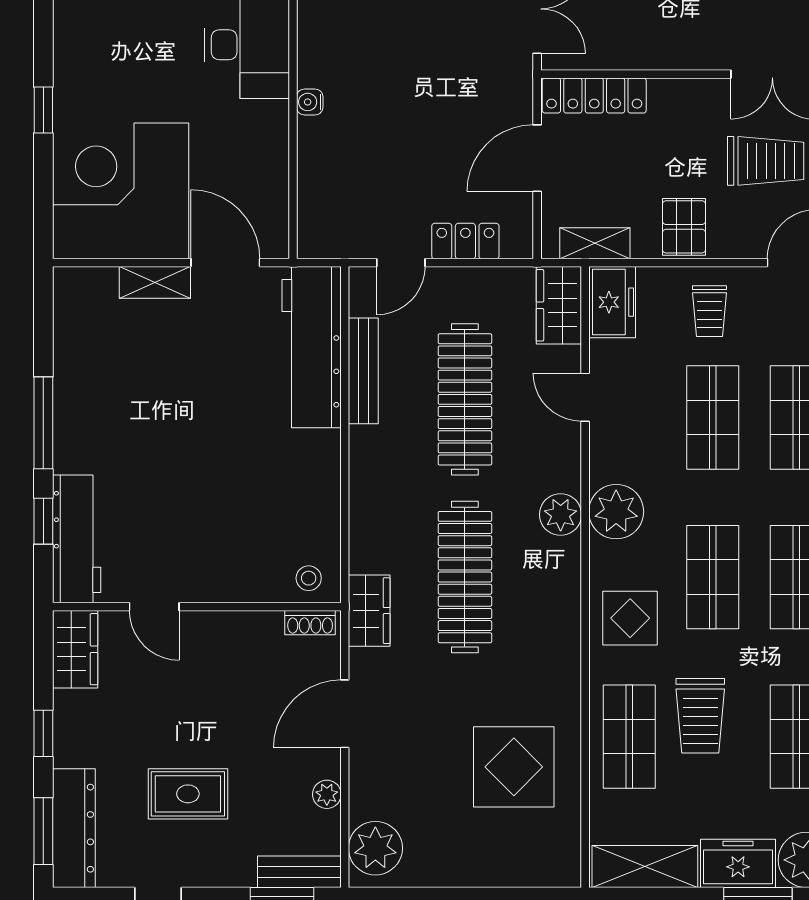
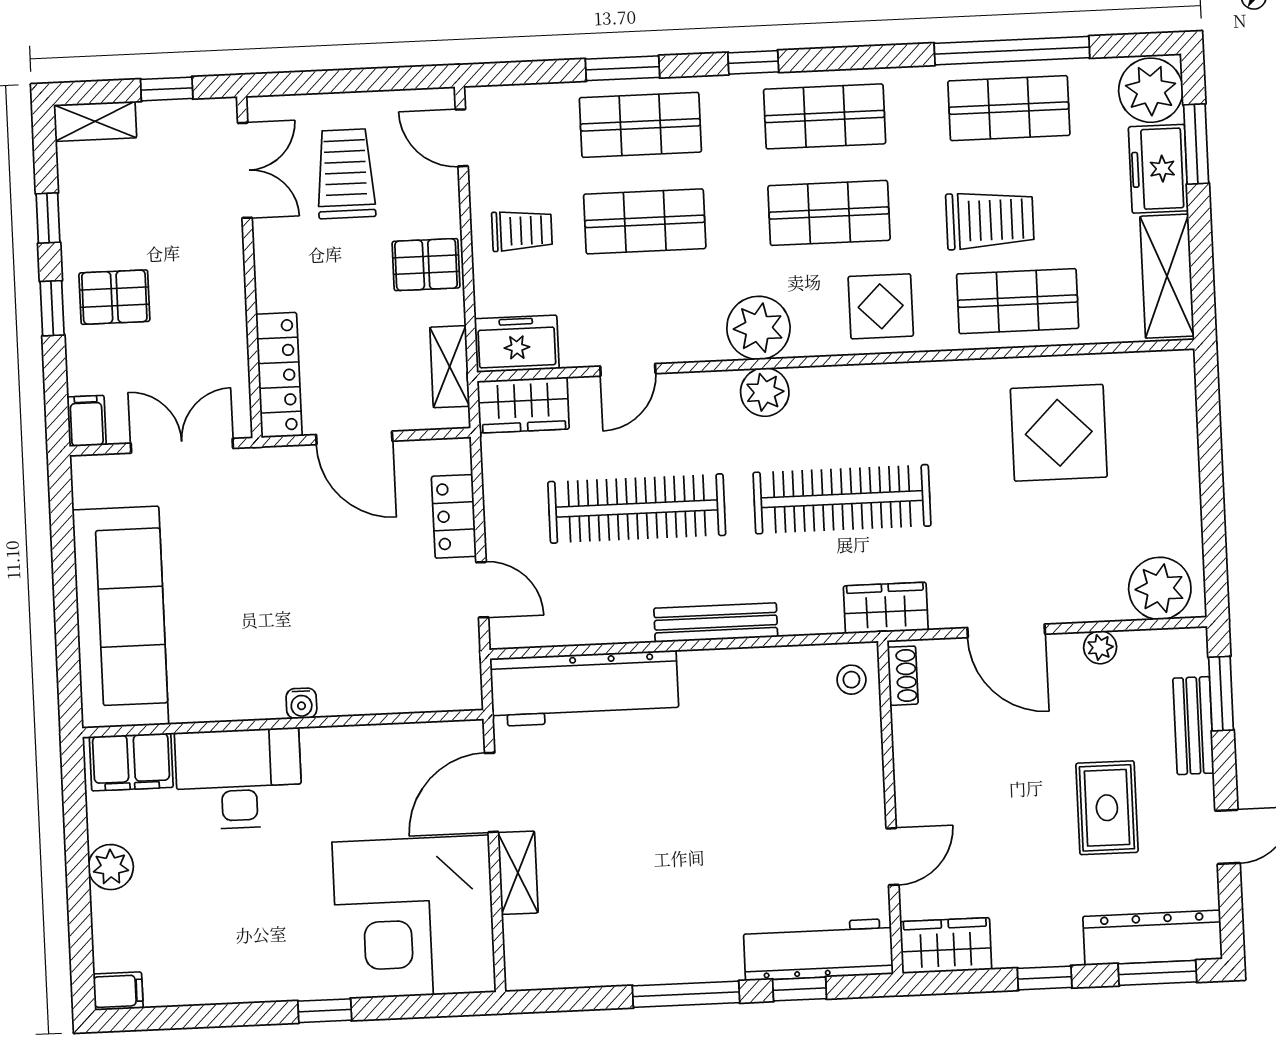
bench: (363, 371) -> (716, 623), moved
bench: (299, 872) -> (1193, 726), moved

